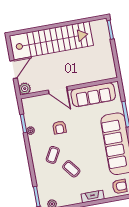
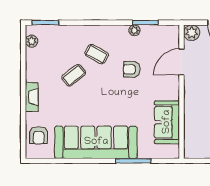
door: (58, 90) -> (182, 62), moved
sofa: (93, 95) -> (167, 122), width x0.73

